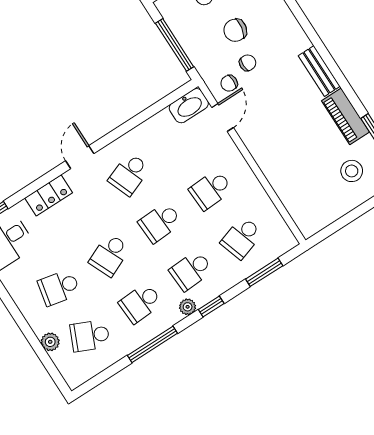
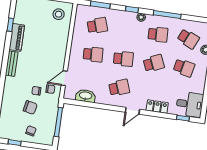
washbasin: (189, 106) -> (86, 96), moved
stool: (352, 171) -> (59, 14), moved
school desk: (191, 270) -> (128, 30), removed

